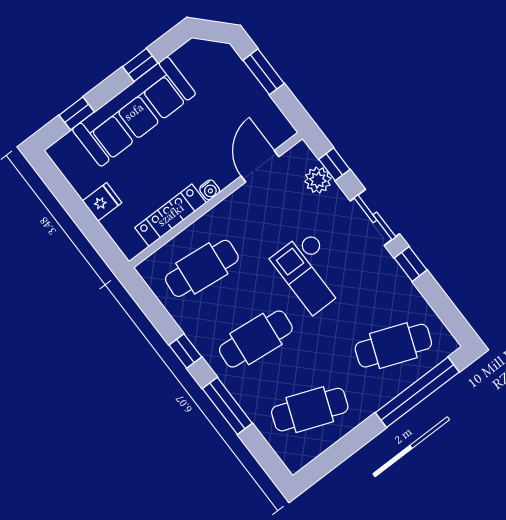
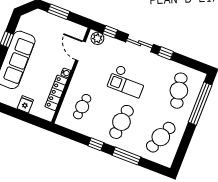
plant: (318, 180) -> (97, 38), moved
cafe table: (202, 268) -> (82, 107), width x0.73, depth x0.74
cafe table: (393, 346) -> (179, 91), turned -33

